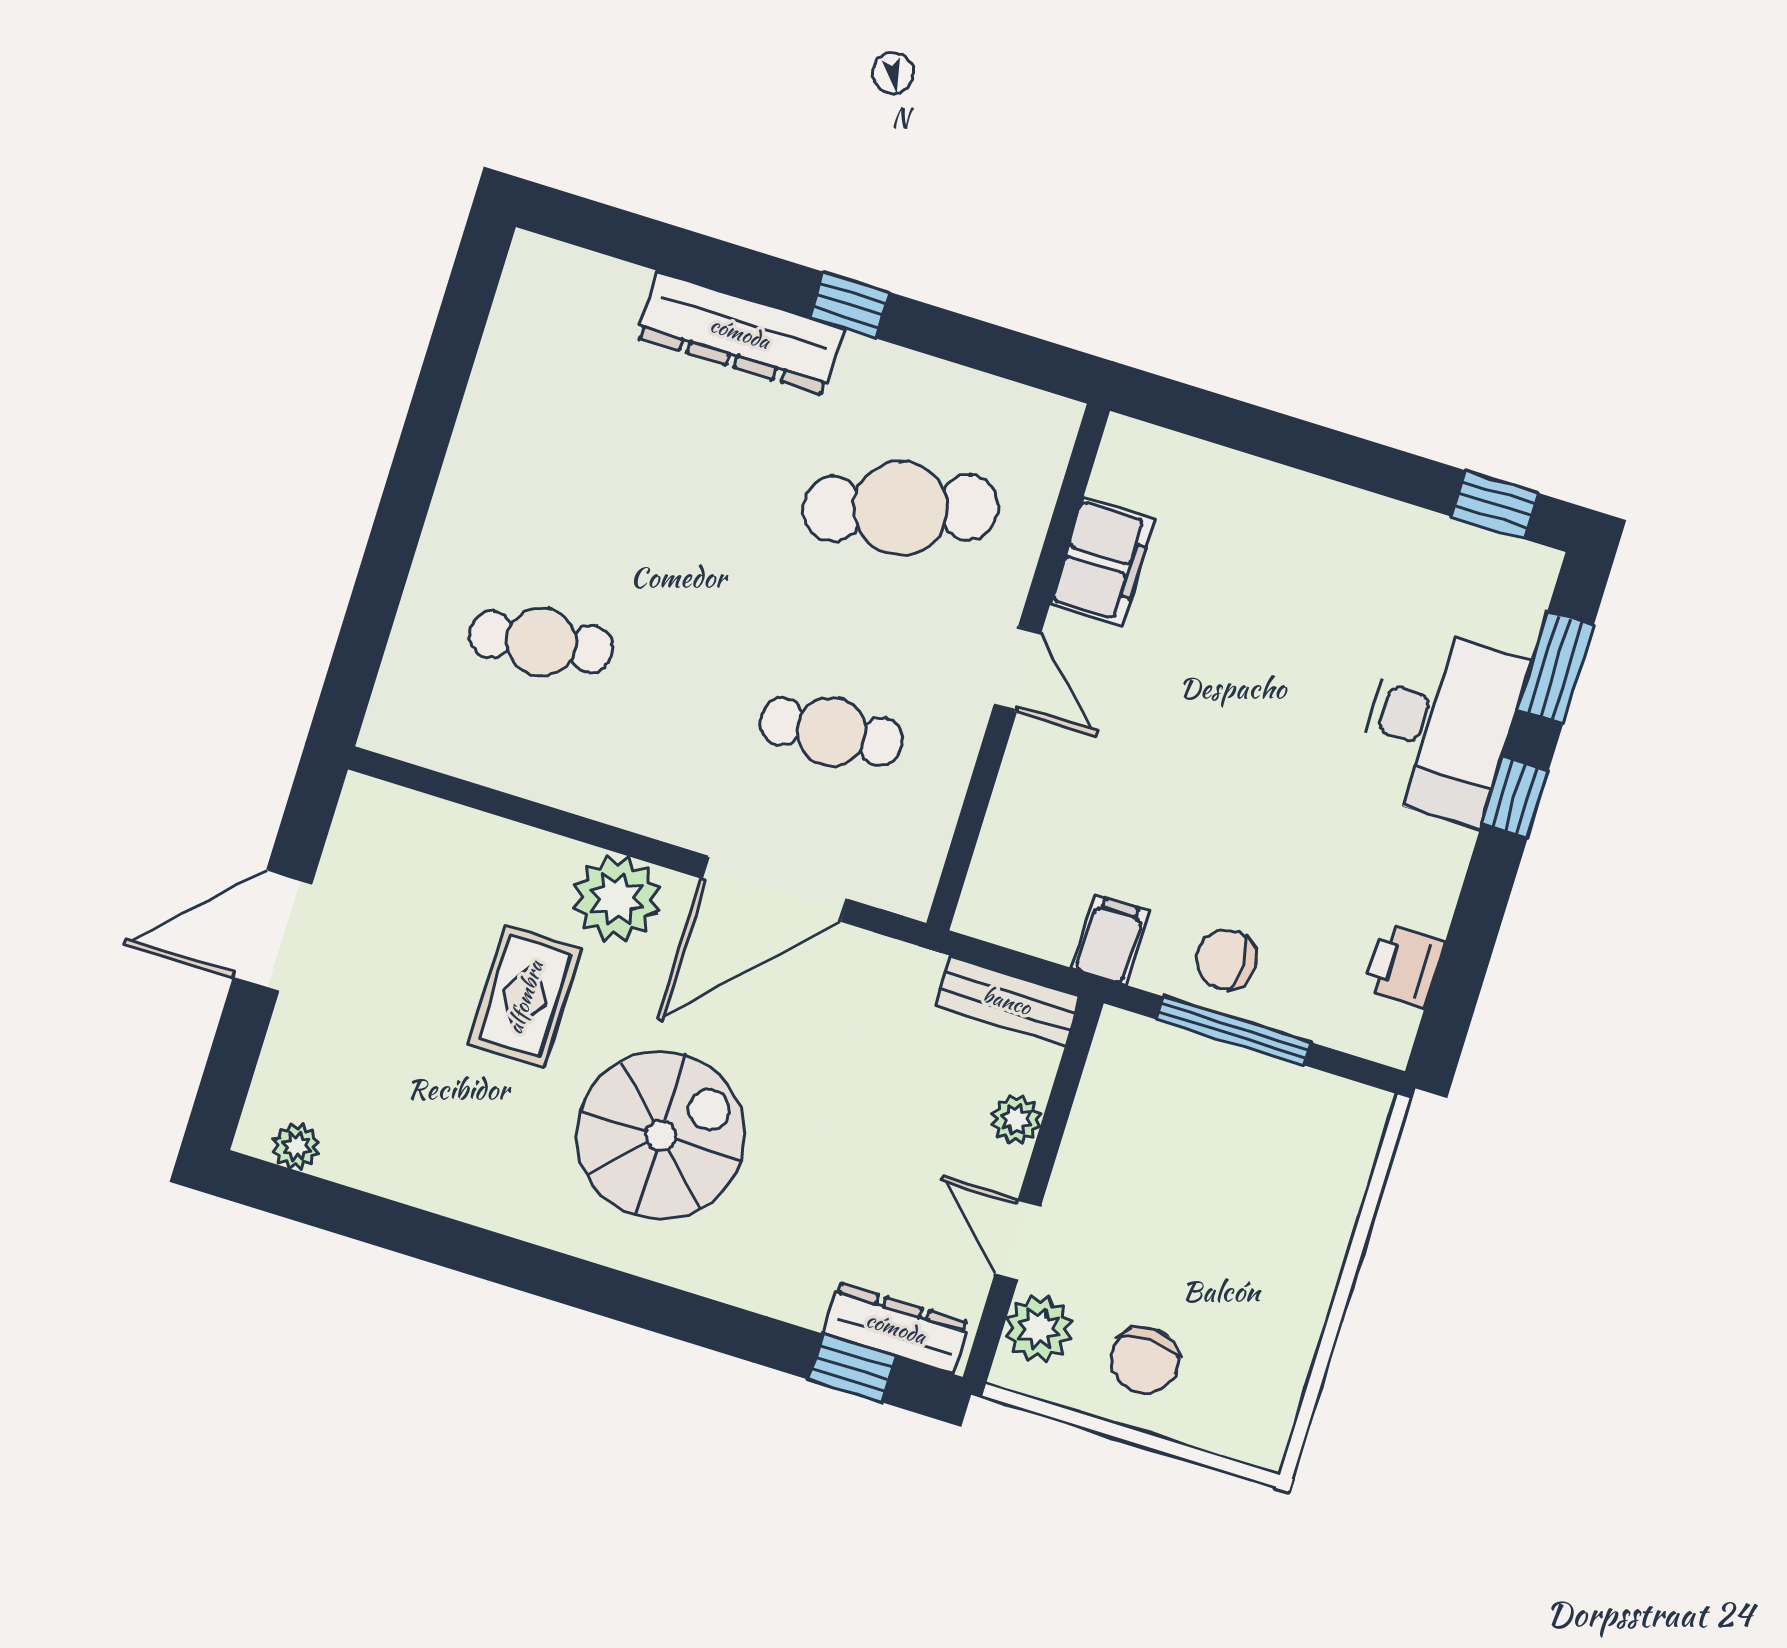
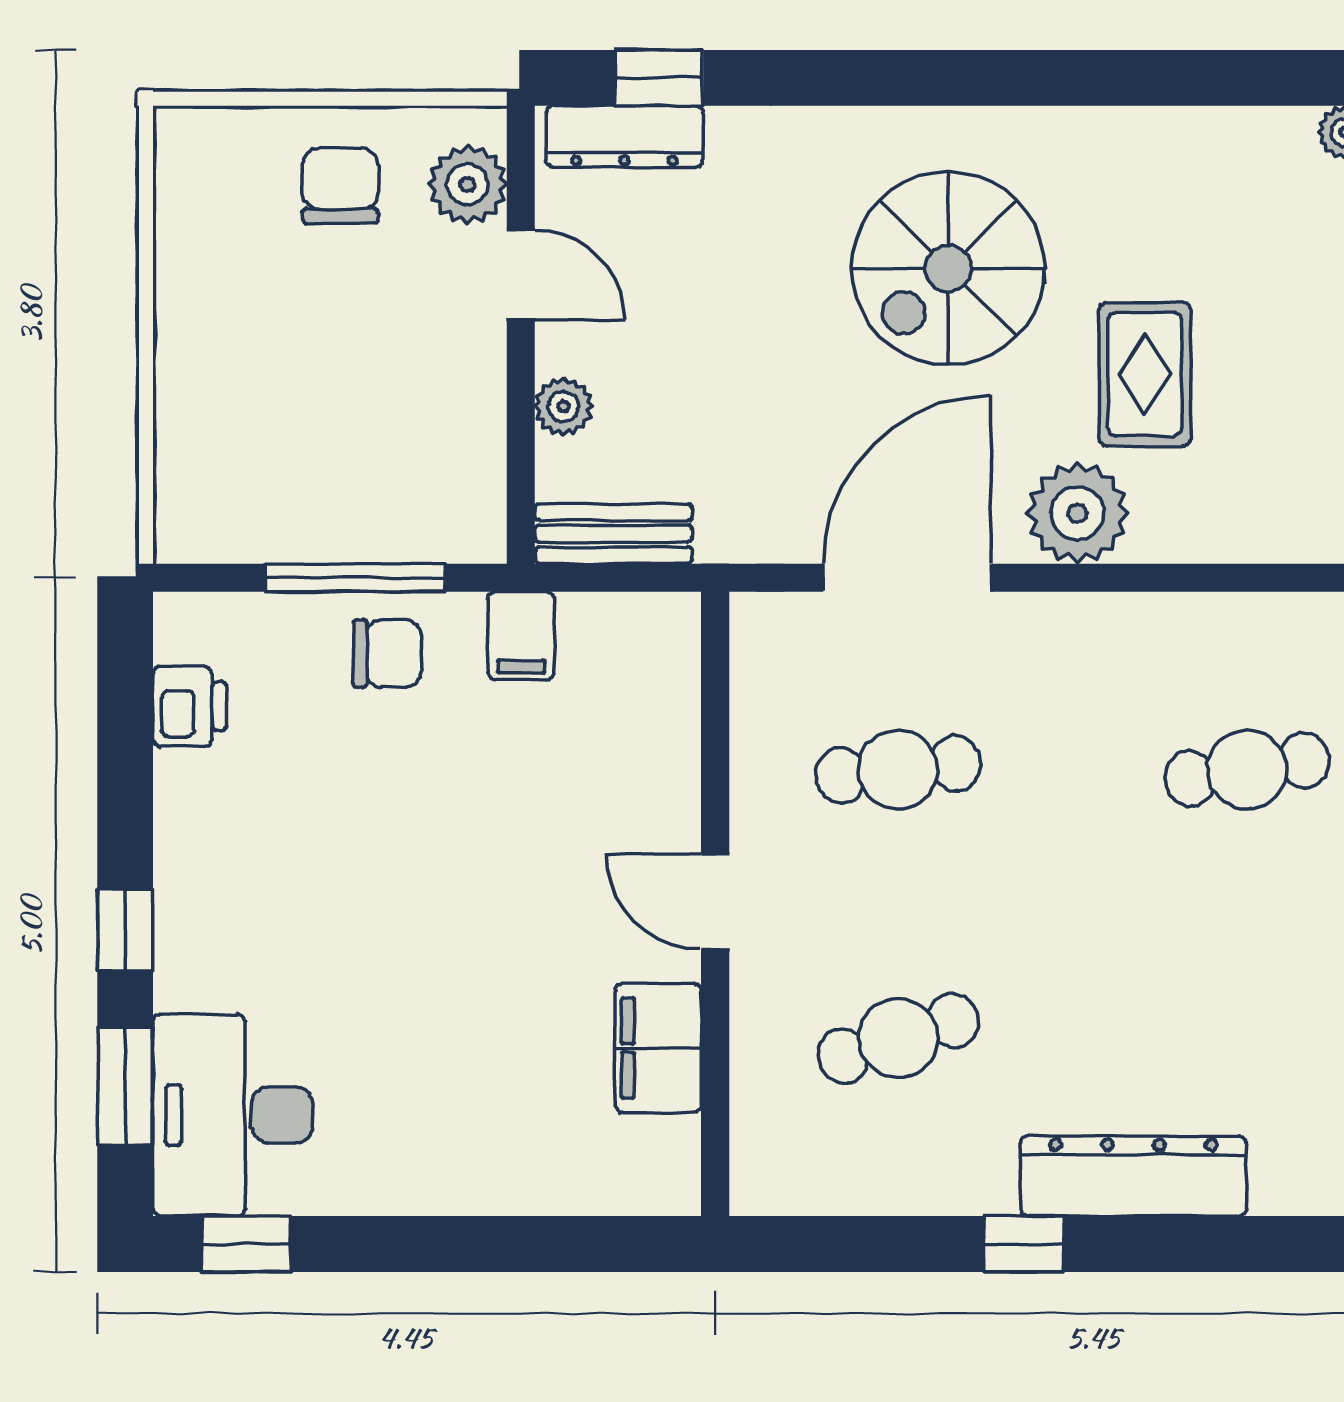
cafe table: (901, 508) -> (898, 1038), width x0.73, depth x0.74
desk: (1440, 725) -> (232, 1115), moved

